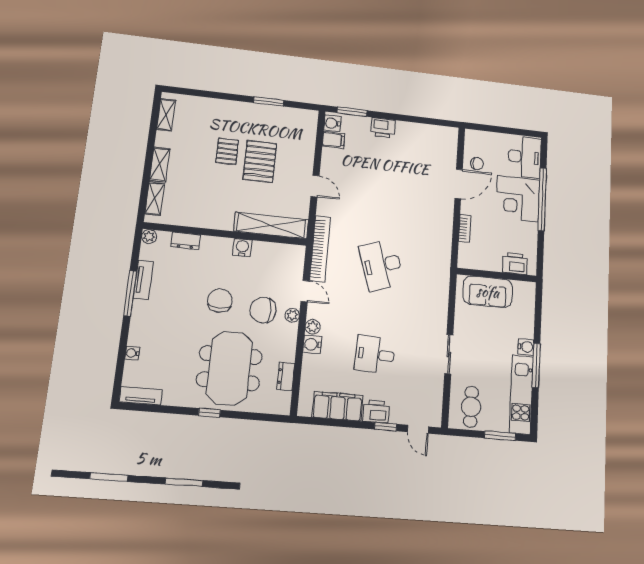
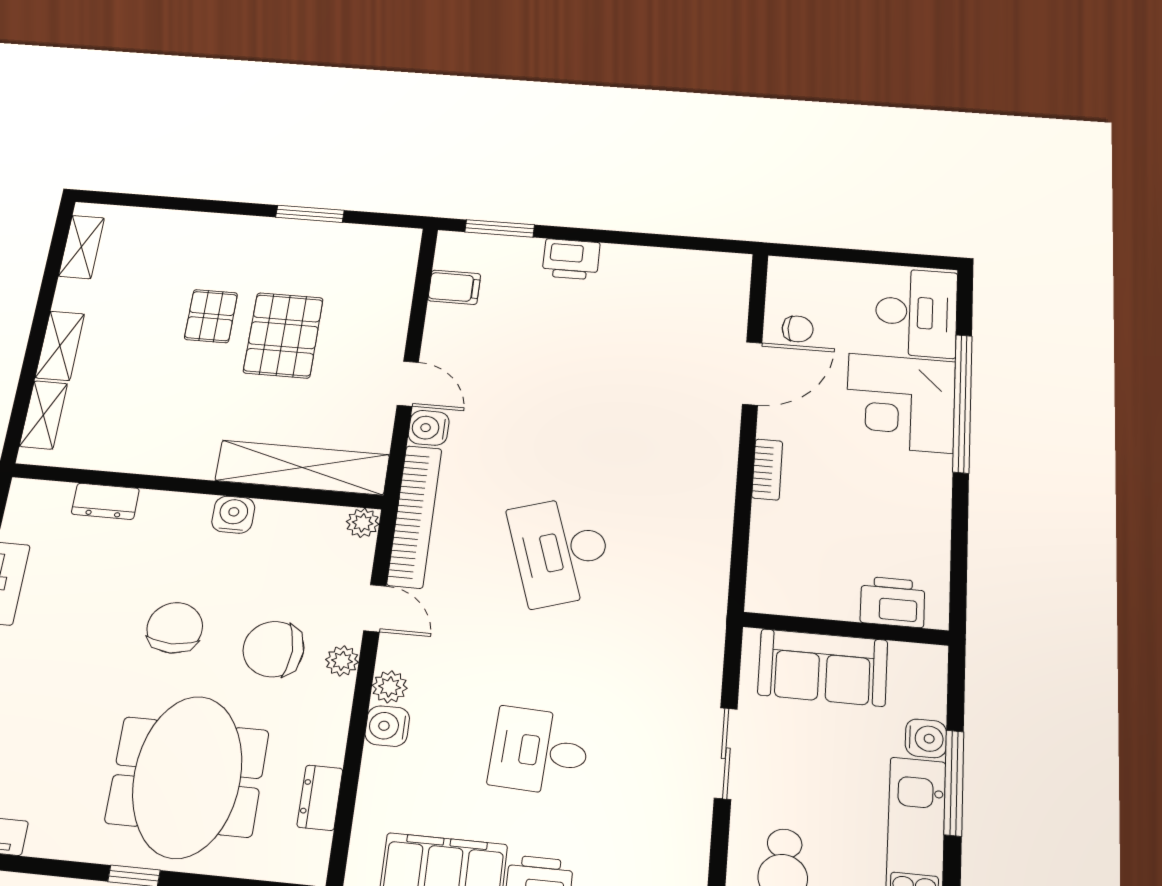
water cooler: (332, 123) -> (429, 428), moved
plant: (149, 237) -> (363, 523), moved
printer: (515, 263) -> (893, 602), moved
wall: (497, 275) -> (846, 629), moved
sofa: (488, 292) -> (823, 667), moved

